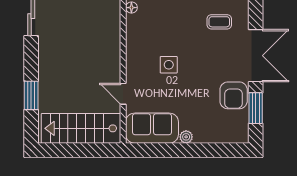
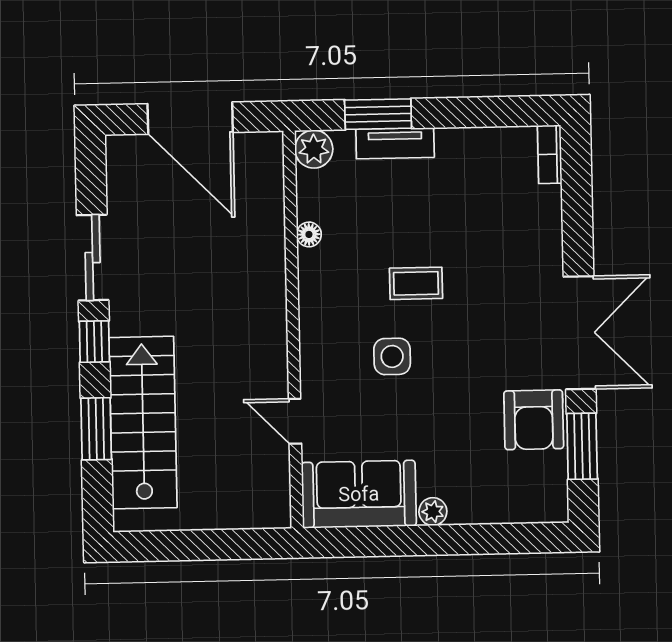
coffee table: (219, 22) -> (416, 283), moved
window: (31, 55) -> (94, 342), added
stairs: (81, 128) -> (143, 423), moved, turned 90

